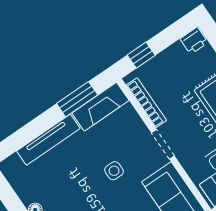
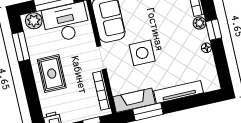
side table: (114, 171) -> (142, 53), width x1.87, depth x1.87

